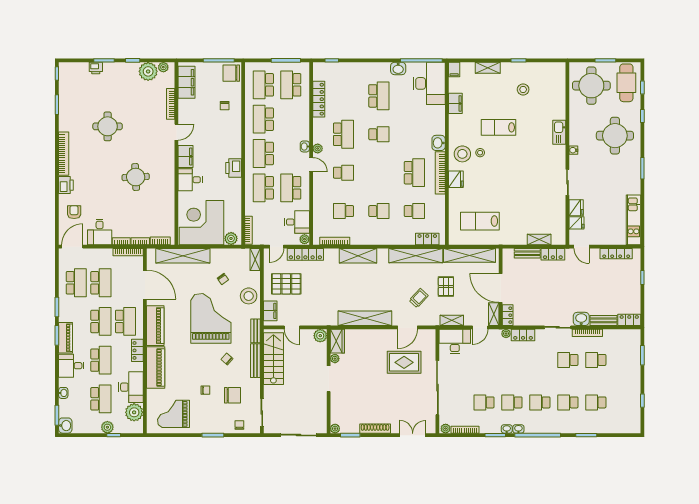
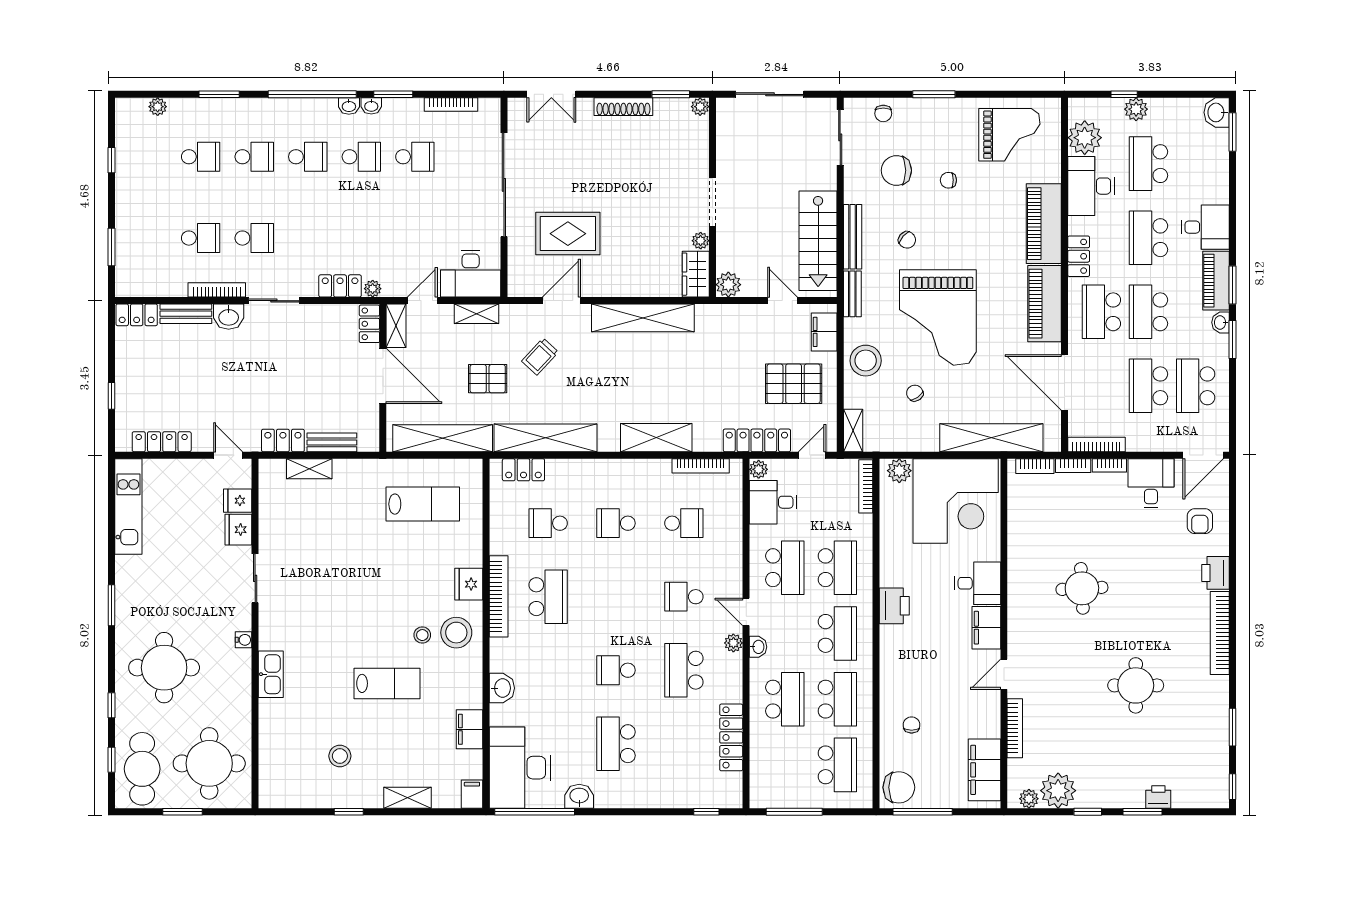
school desk: (291, 85) -> (785, 699), moved
washbasin: (439, 143) -> (502, 688), moved
school desk: (414, 173) -> (548, 597), turned 180
pallet: (446, 287) -> (488, 379), turned 90
washbasin: (63, 393) -> (1221, 322), moved
plant: (446, 429) -> (158, 107), moved

